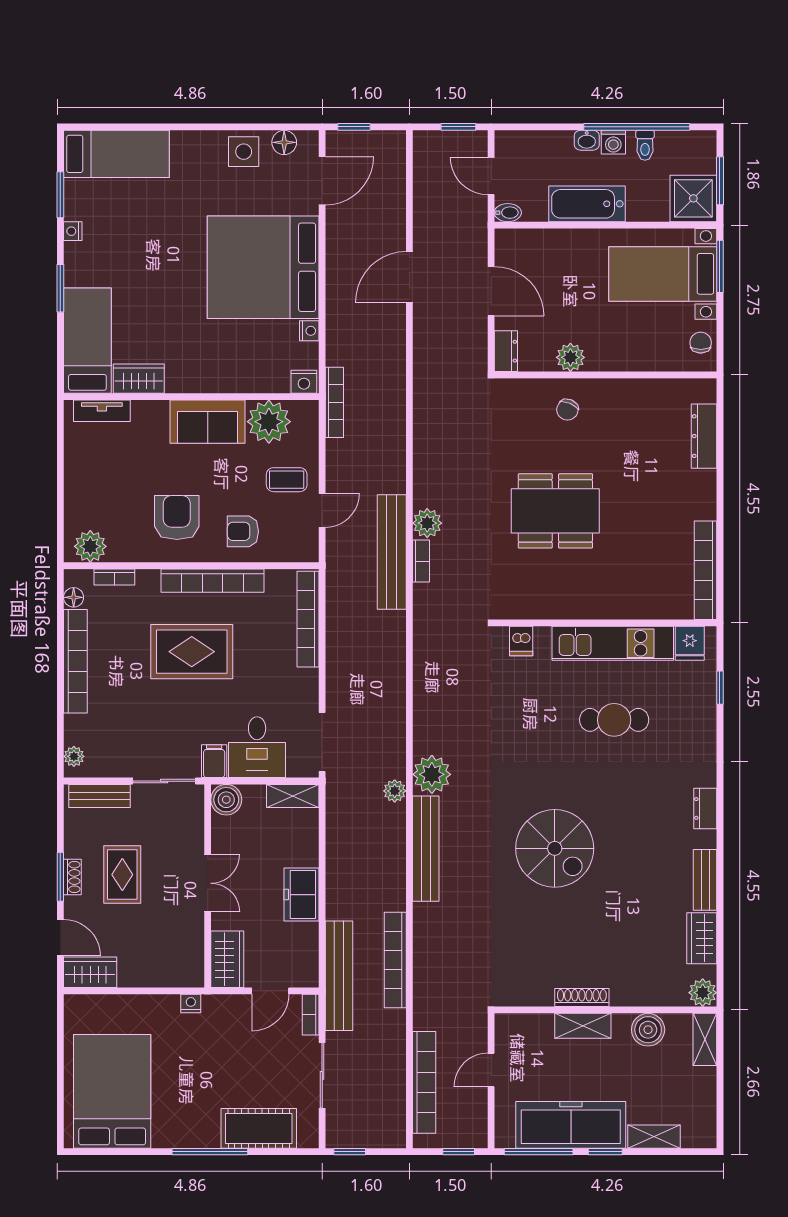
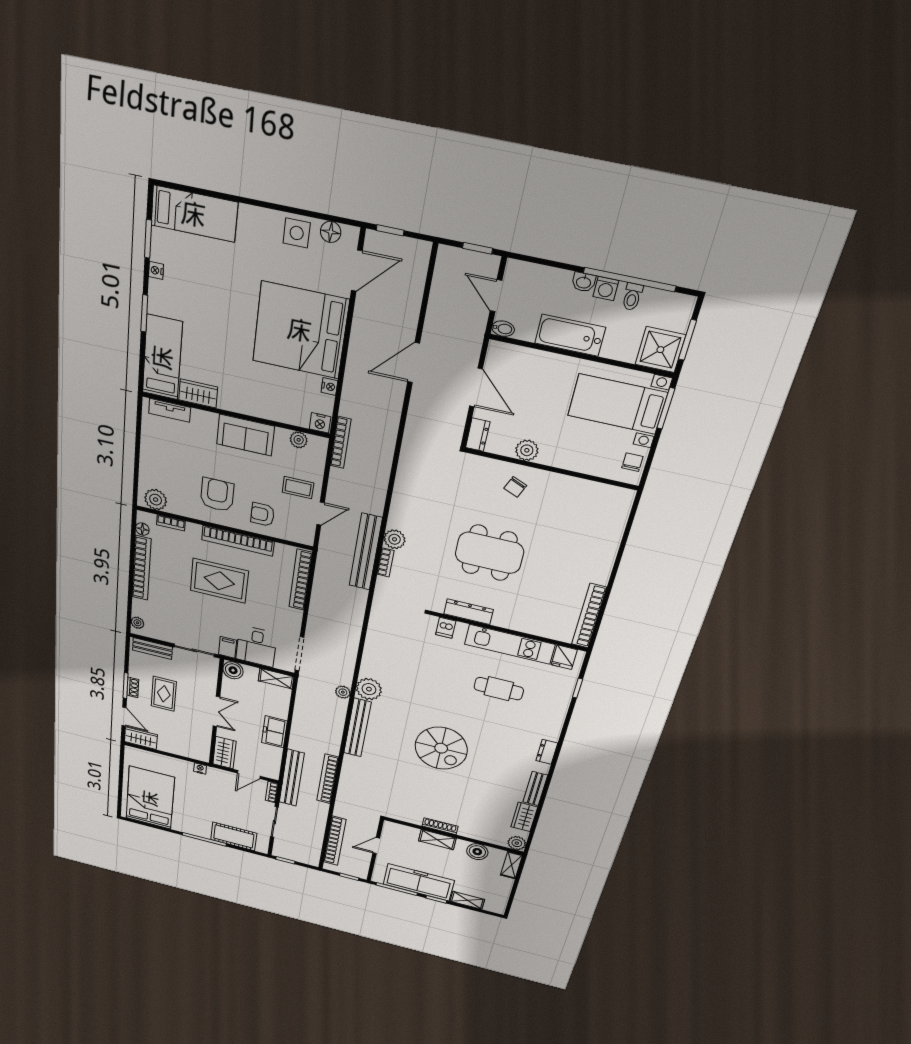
plant: (269, 422) -> (299, 440), width x0.53, depth x0.53
dresser: (704, 436) -> (469, 612), moved, turned 90

